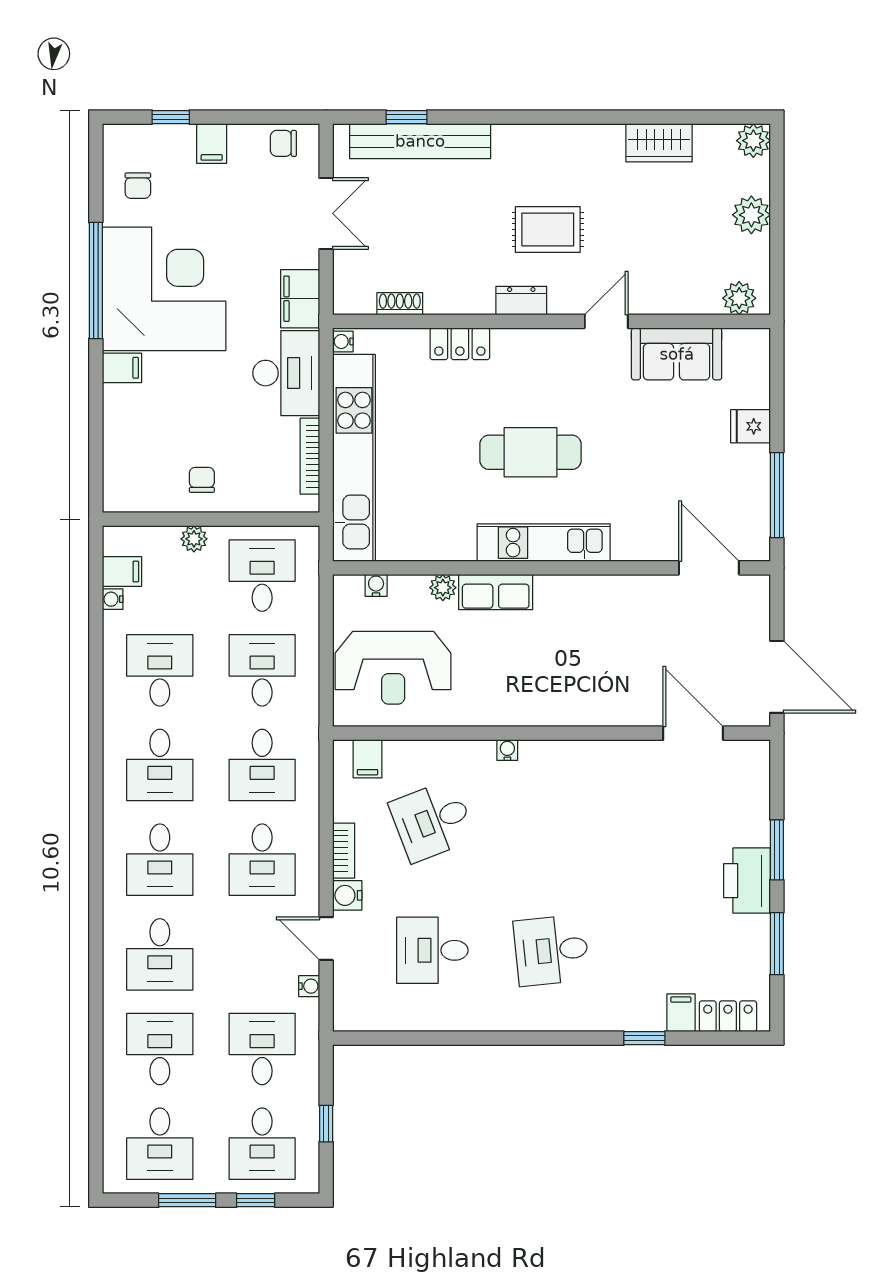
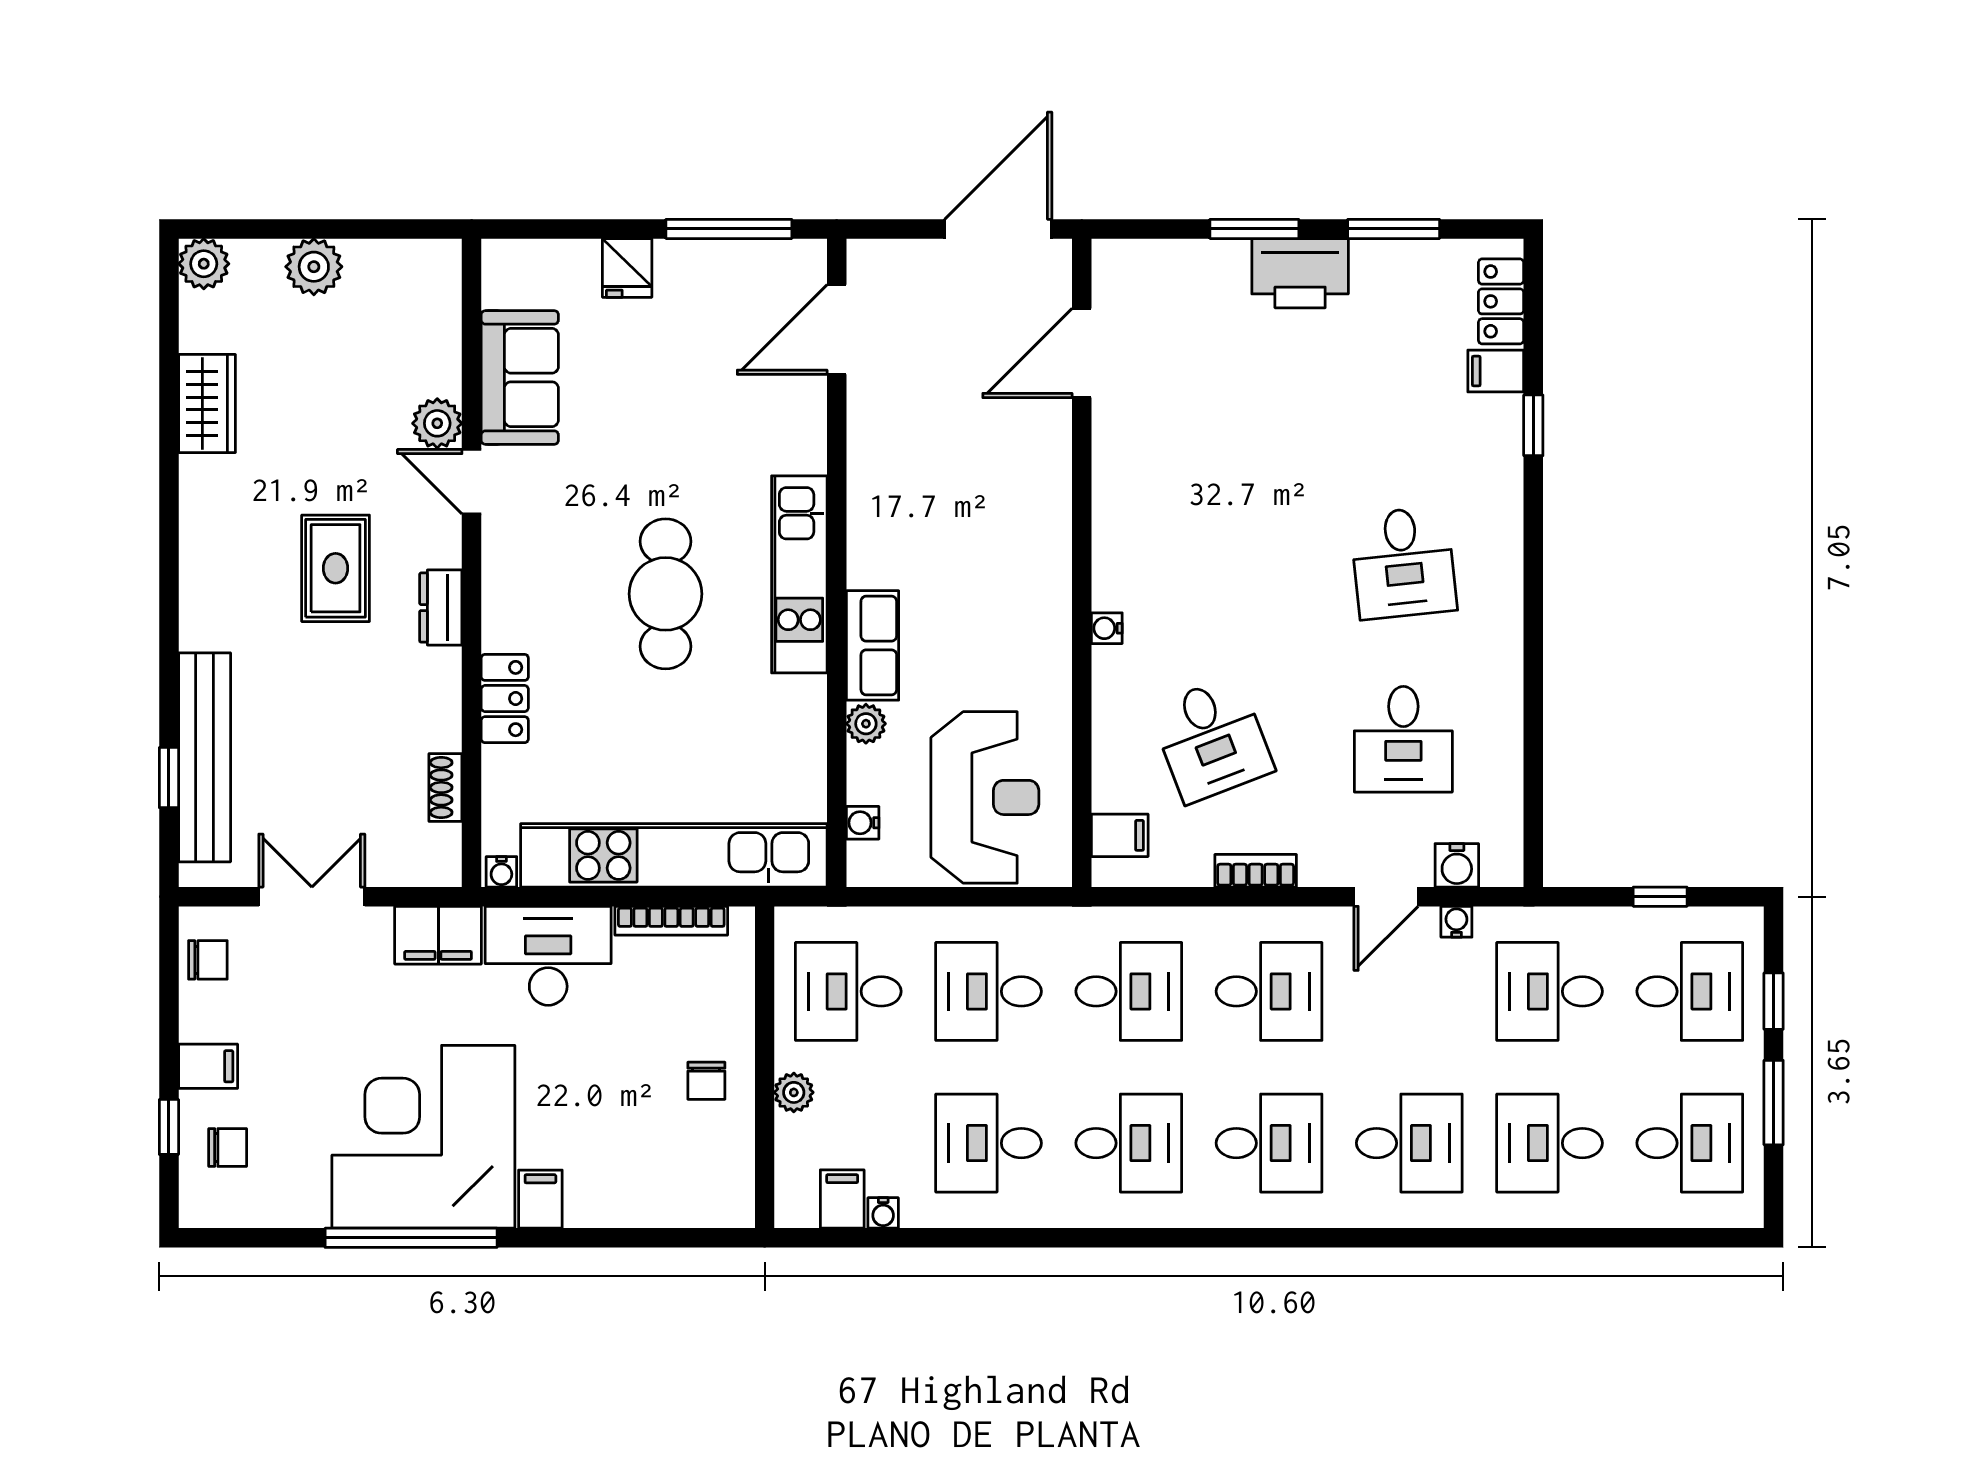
chair: (283, 143) -> (208, 960), turned -90
chair: (138, 186) -> (228, 1147), moved
plant: (739, 298) -> (437, 423), moved
chair: (202, 480) -> (706, 1081), turned -90
water cooler: (347, 895) -> (1457, 865), moved

